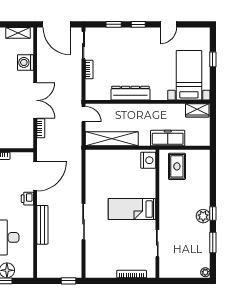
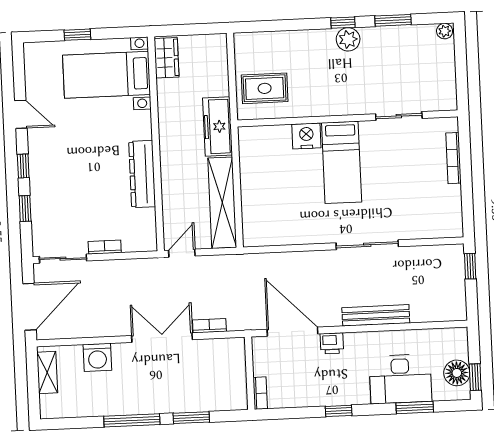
freezer: (168, 138) -> (218, 127), moved
nightstand: (148, 160) -> (306, 136), moved

